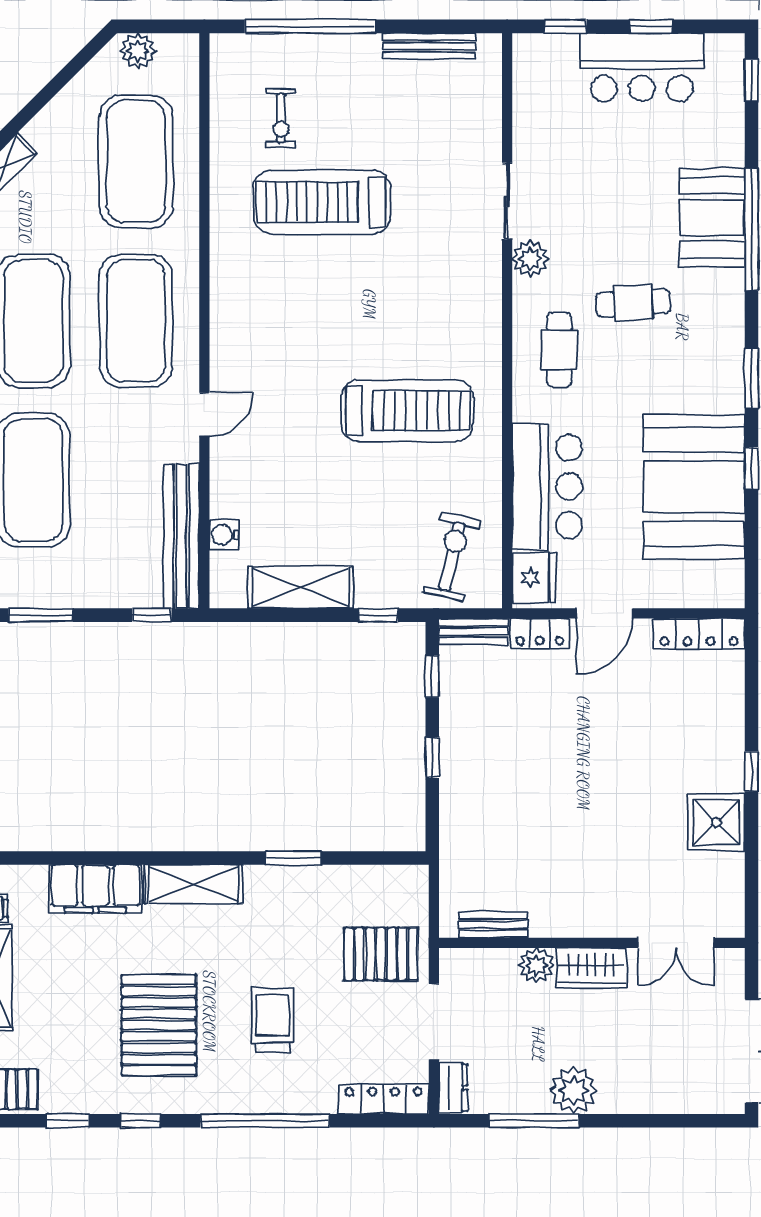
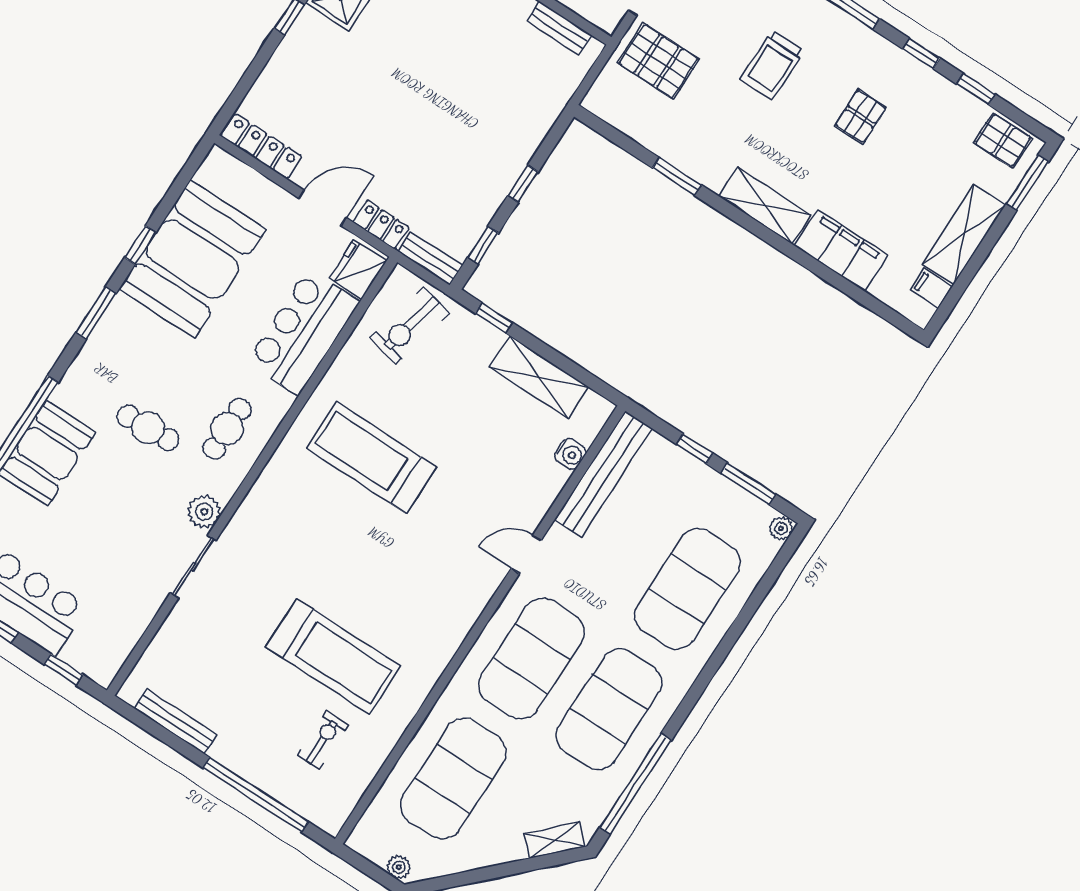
plant: (138, 51) -> (399, 867), width x0.73, depth x0.73
window: (152, 615) -> (695, 449), moved
pallet: (159, 1025) -> (861, 117), width x0.49, depth x0.50

